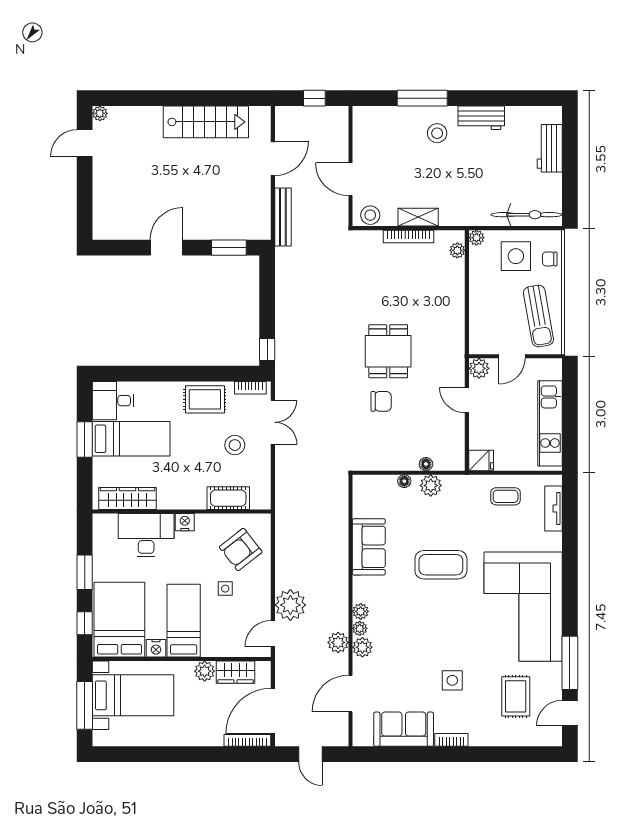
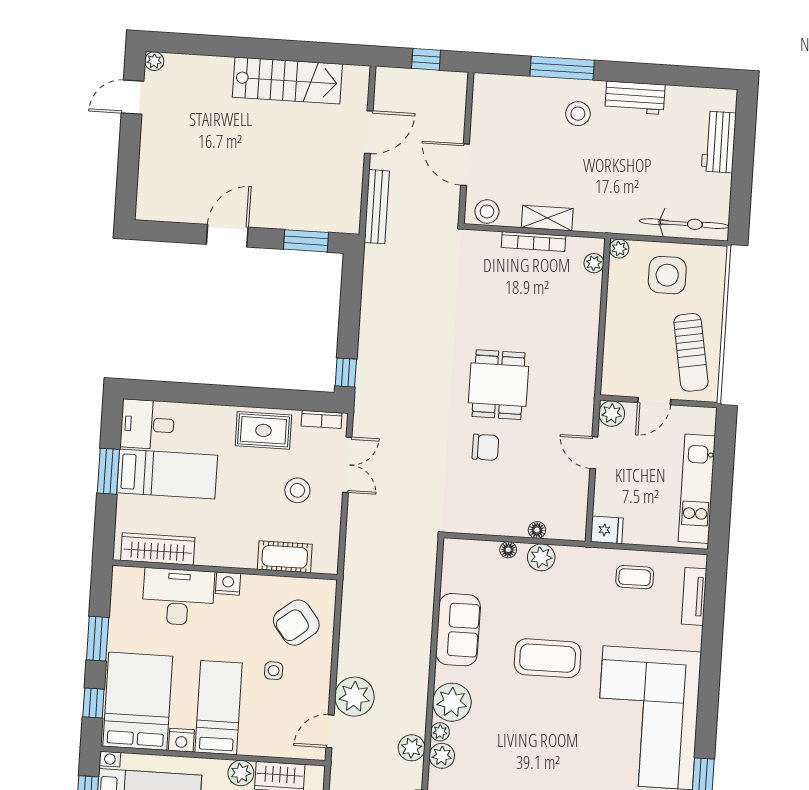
chair: (550, 259) -> (710, 281), removed
plant: (361, 611) -> (452, 702), width x1.88, depth x1.88

